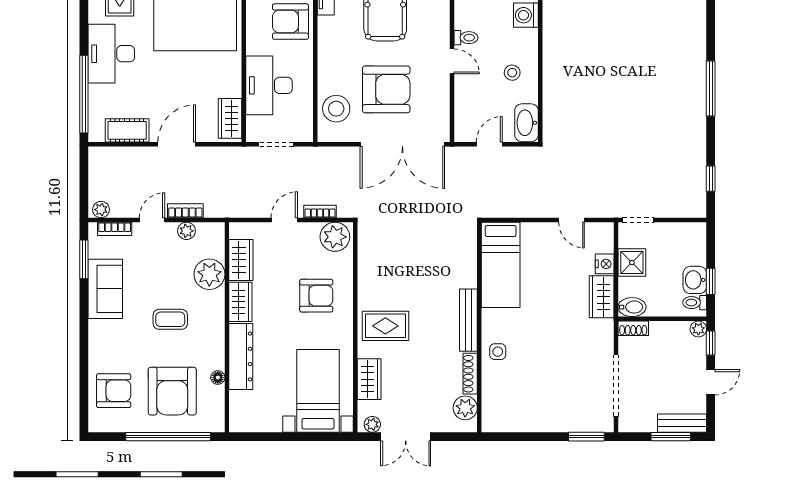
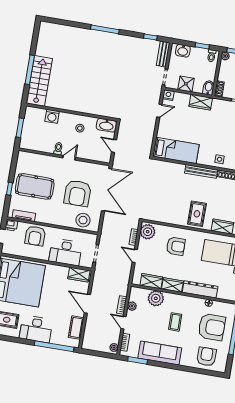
armchair: (386, 89) -> (78, 193), turned 180
bench: (682, 209) -> (163, 54), added
nightstand: (605, 264) -> (168, 95), moved
washbasin: (695, 280) -> (183, 51), moved
sofa: (105, 289) -> (160, 353), width x1.36
armchair: (316, 296) -> (176, 246), turned 90

